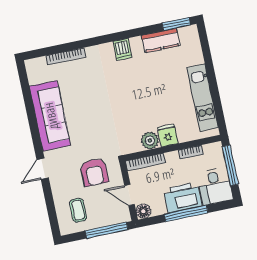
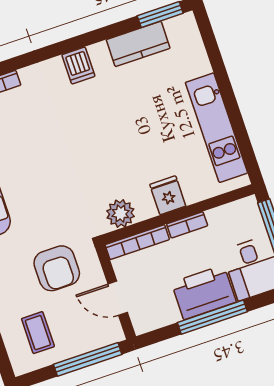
plant: (150, 141) -> (120, 214), moved
bookcase: (191, 152) -> (187, 225), moved
floor lamp: (143, 211) -> (143, 322), removed

